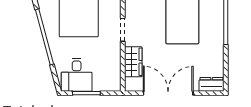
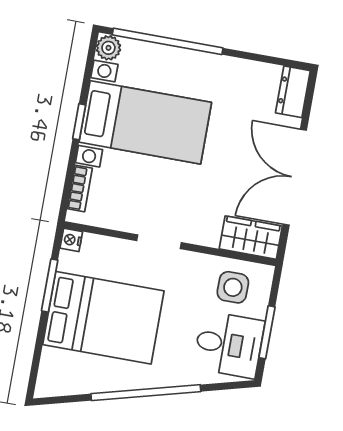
wardrobe: (133, 62) -> (251, 238), moved
side table: (106, 72) -> (233, 287), added

